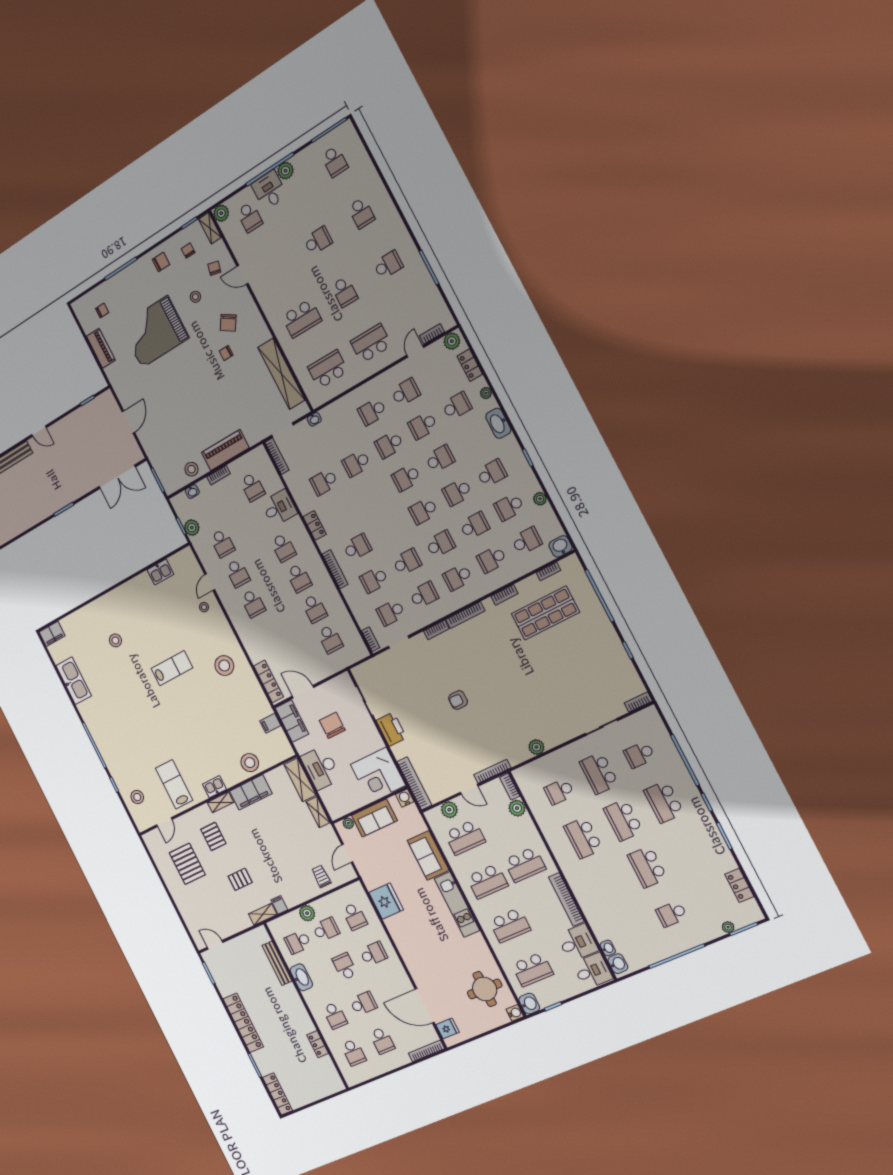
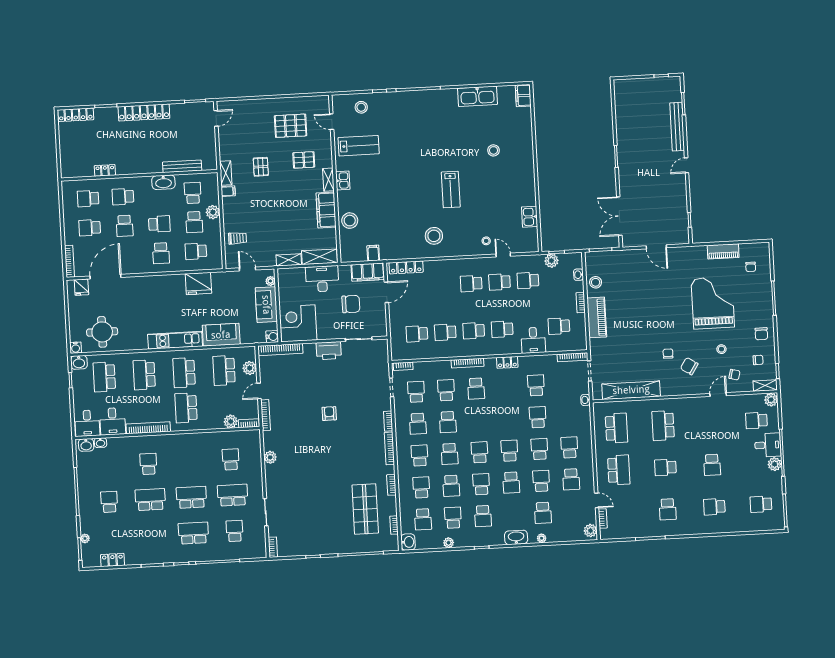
locker: (470, 365) -> (567, 536), removed
school desk: (583, 838) -> (148, 464), moved, width x0.54

